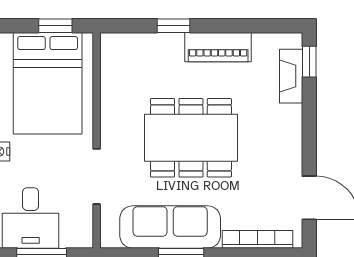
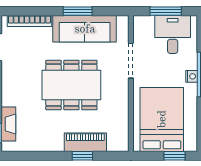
window: (55, 26) -> (175, 156), moved
piano: (218, 47) -> (85, 142), moved

